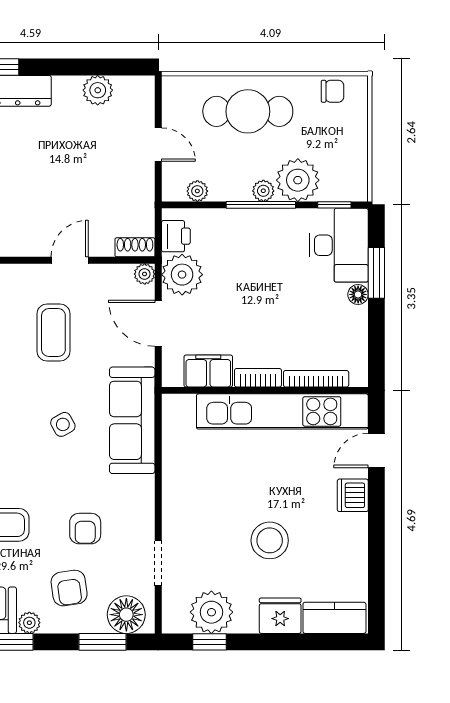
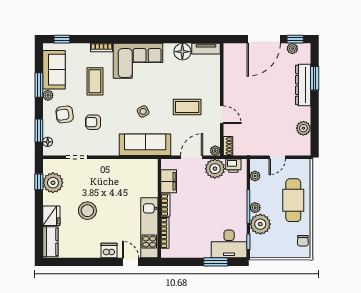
floor lamp: (358, 294) -> (205, 253), removed
kitchen unit: (282, 411) -> (149, 228), width x0.73
floor lamp: (126, 615) -> (48, 142), width x0.53, depth x0.53

